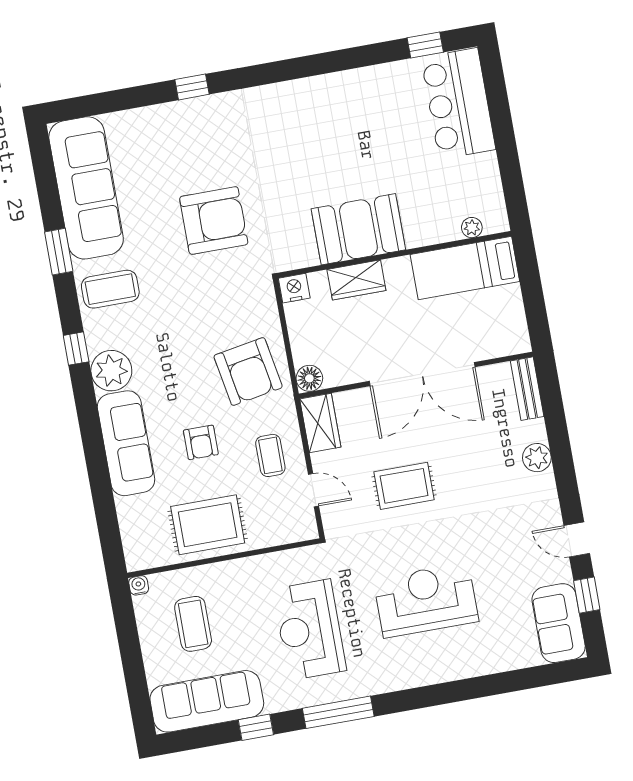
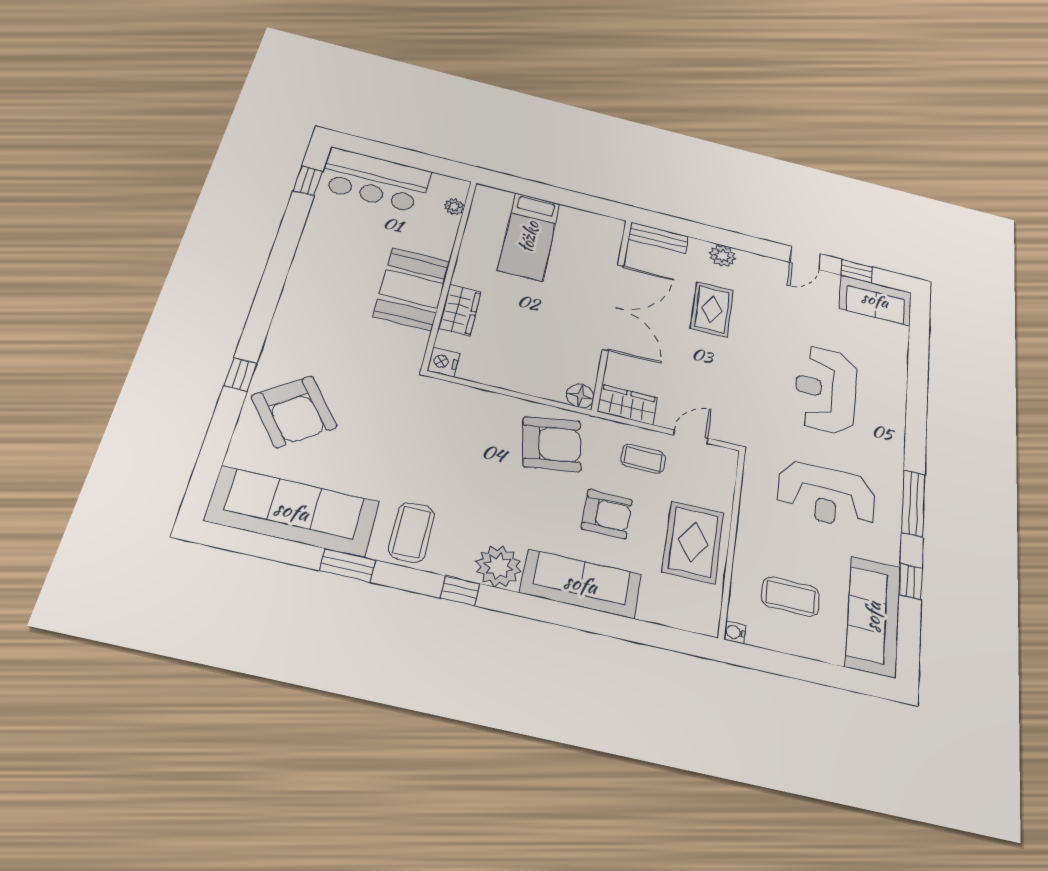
armchair: (214, 221) -> (294, 411), moved, turned 143
plant: (472, 228) -> (454, 207), moved
booth: (358, 229) -> (412, 289), moved
wall: (394, 255) -> (450, 272), moved
wardrobe: (356, 280) -> (460, 310), moved
nightstand: (294, 288) -> (443, 362), moved
armchair: (201, 442) -> (607, 514), width x1.38, depth x1.38
rug: (404, 486) -> (712, 309), moved

